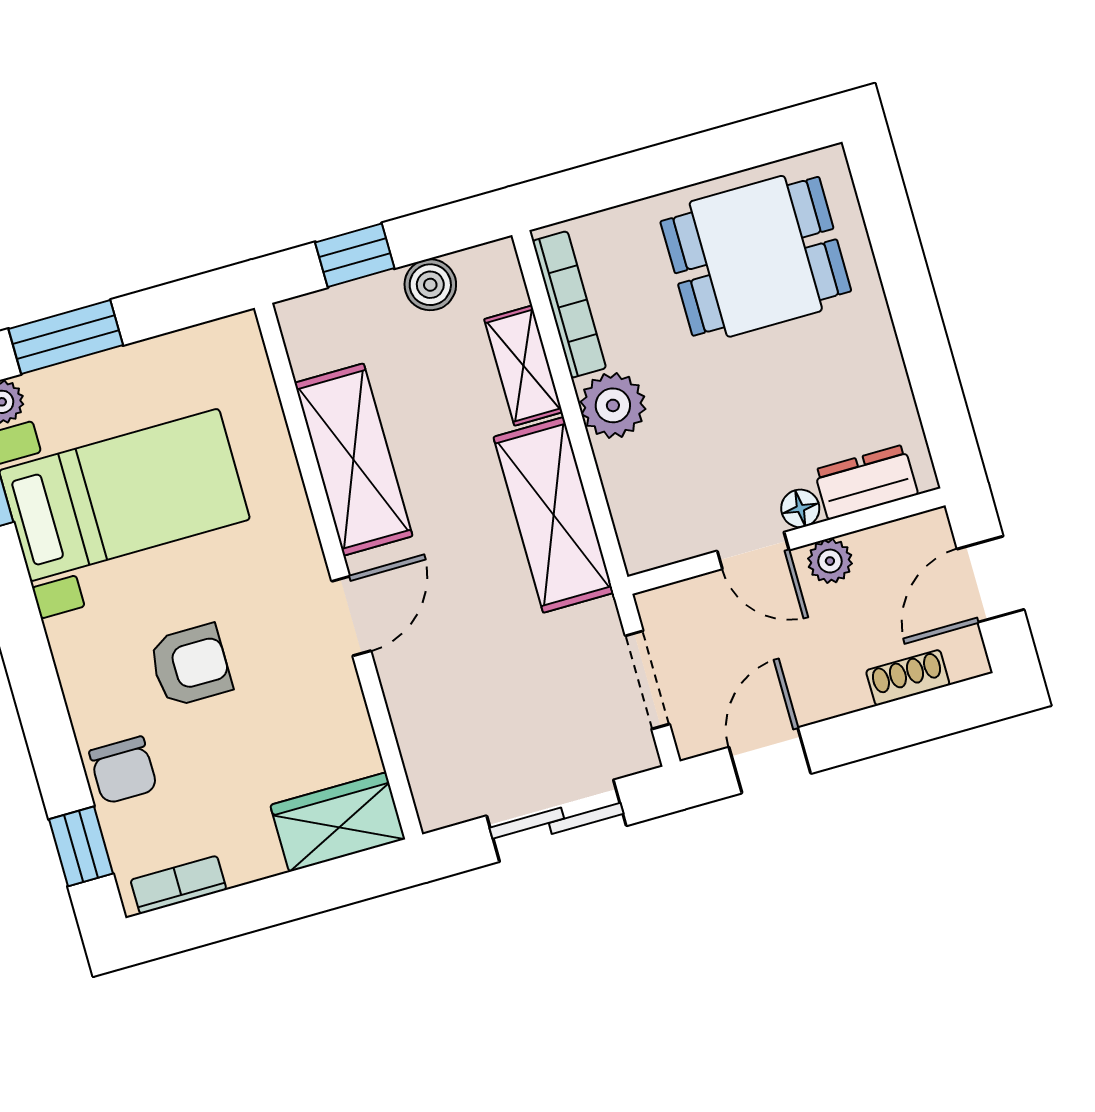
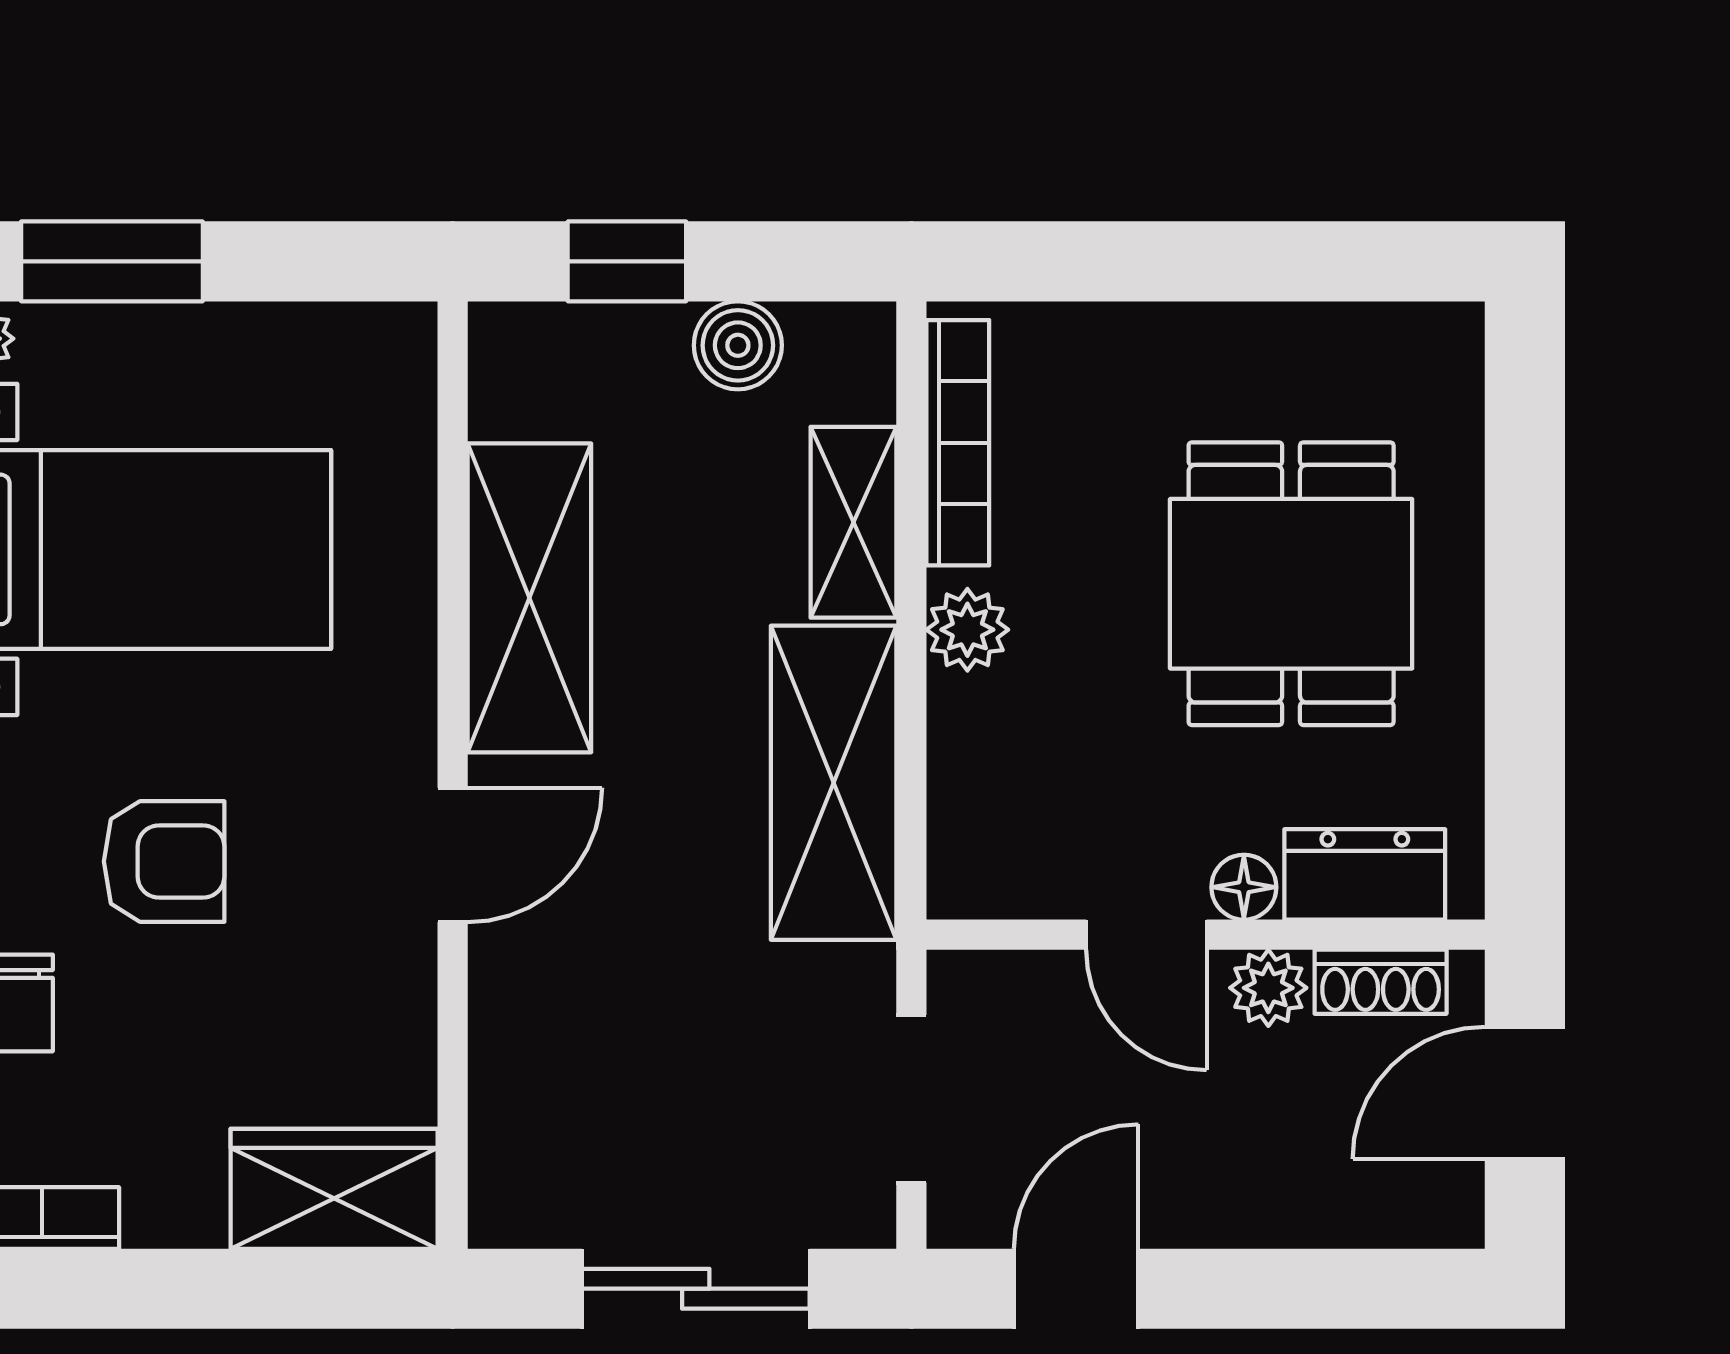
dining table: (756, 256) -> (1291, 584), moved, turned 90
plant: (613, 405) -> (967, 630), width x0.73, depth x0.73
shoe rack: (908, 678) -> (1381, 982), moved, turned 180

